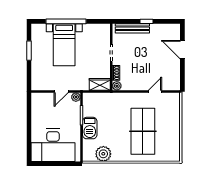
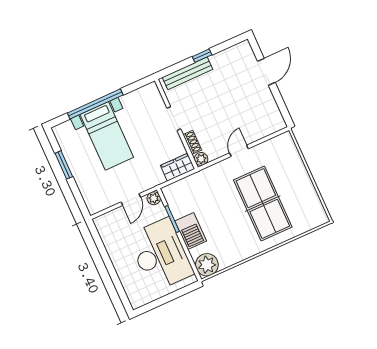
door: (182, 50) -> (266, 72), swing flipped
door: (155, 91) -> (239, 151), moved
desk: (53, 145) -> (160, 255), moved, turned -90
plant: (103, 154) -> (207, 265), moved

